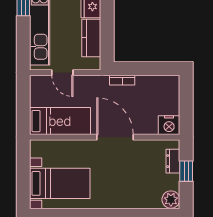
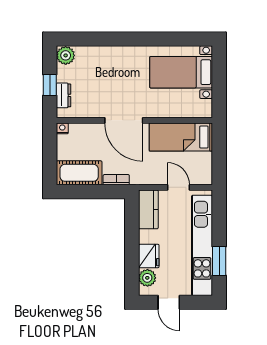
kitchen counter: (91, 38) -> (148, 209), moved
cot: (158, 87) -> (79, 173), added
nightstand: (169, 125) -> (62, 128), width x0.53, depth x0.56

